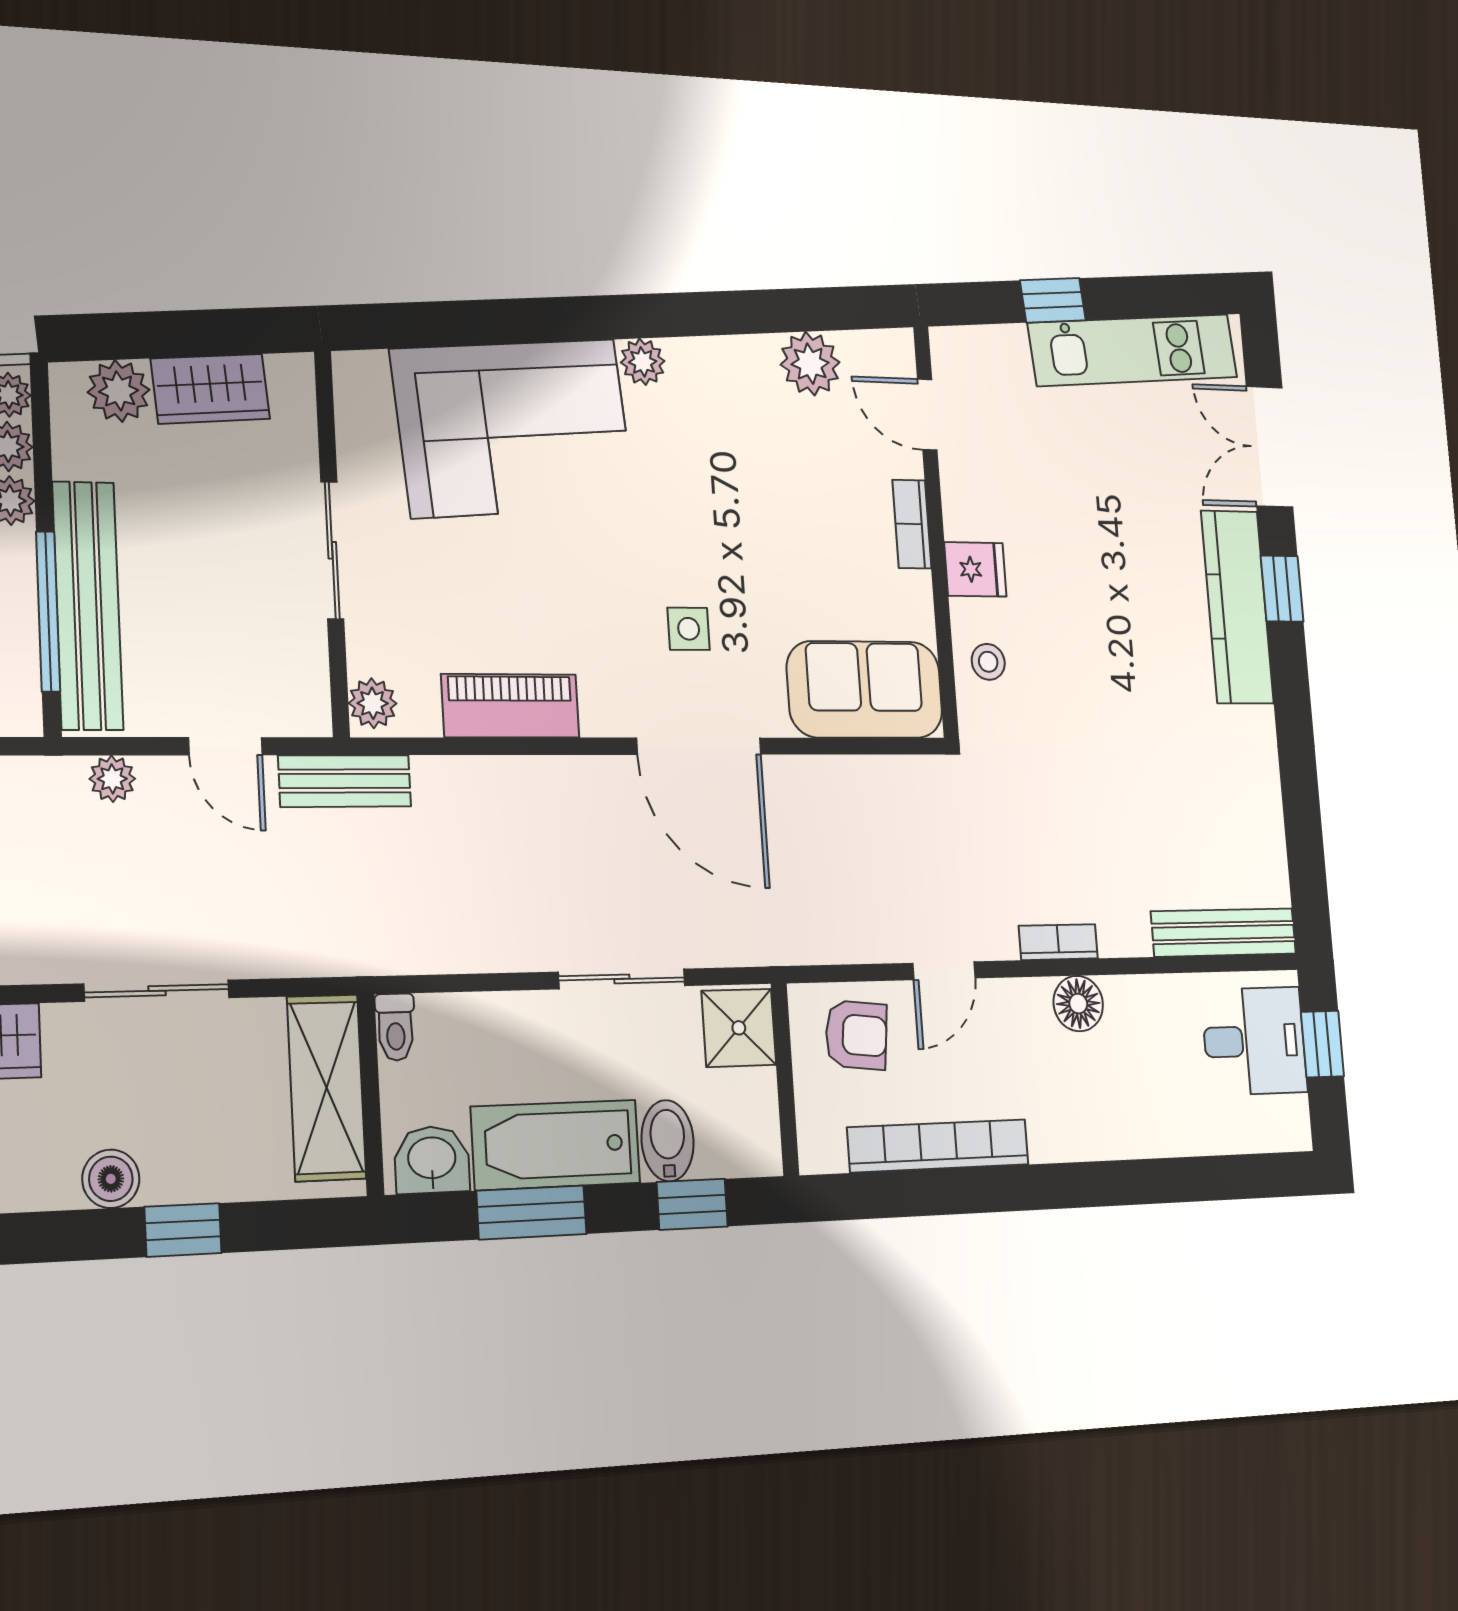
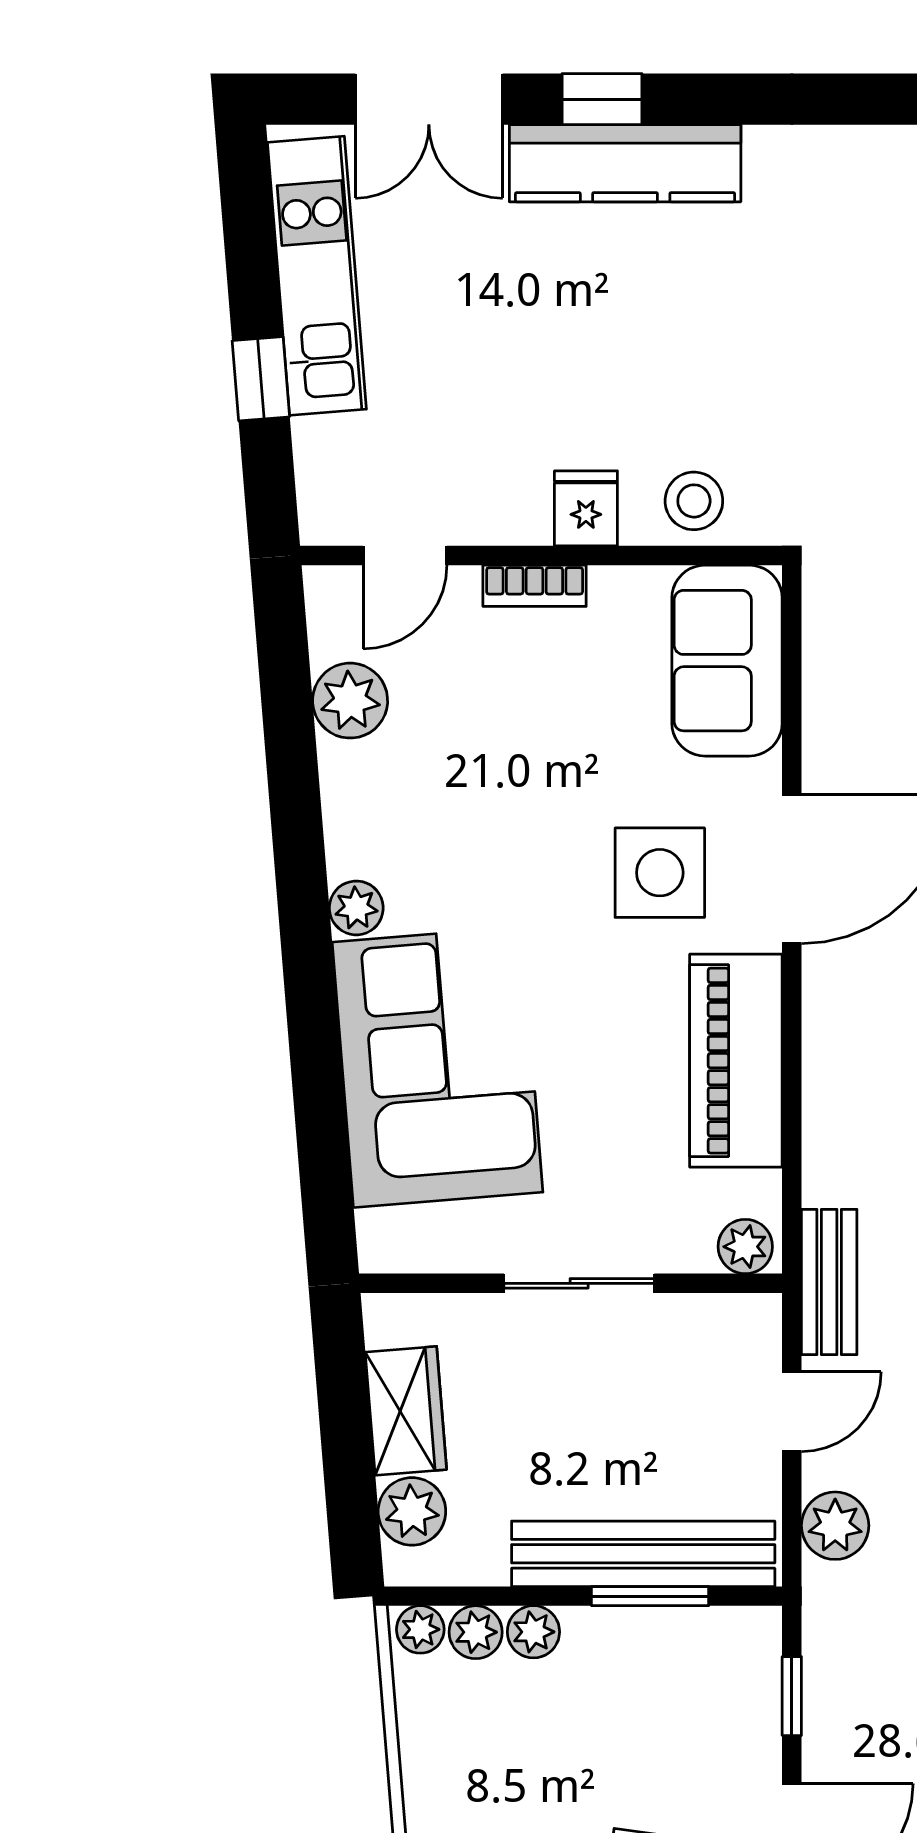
window: (48, 611) -> (650, 1596), width x0.69
side table: (689, 629) -> (660, 873), width x1.87, depth x1.87
stool: (988, 662) -> (694, 501), width x1.37, depth x1.37
piano: (510, 706) -> (736, 1061), width x1.37, depth x1.33
plant: (112, 779) -> (835, 1526), width x1.38, depth x1.38

